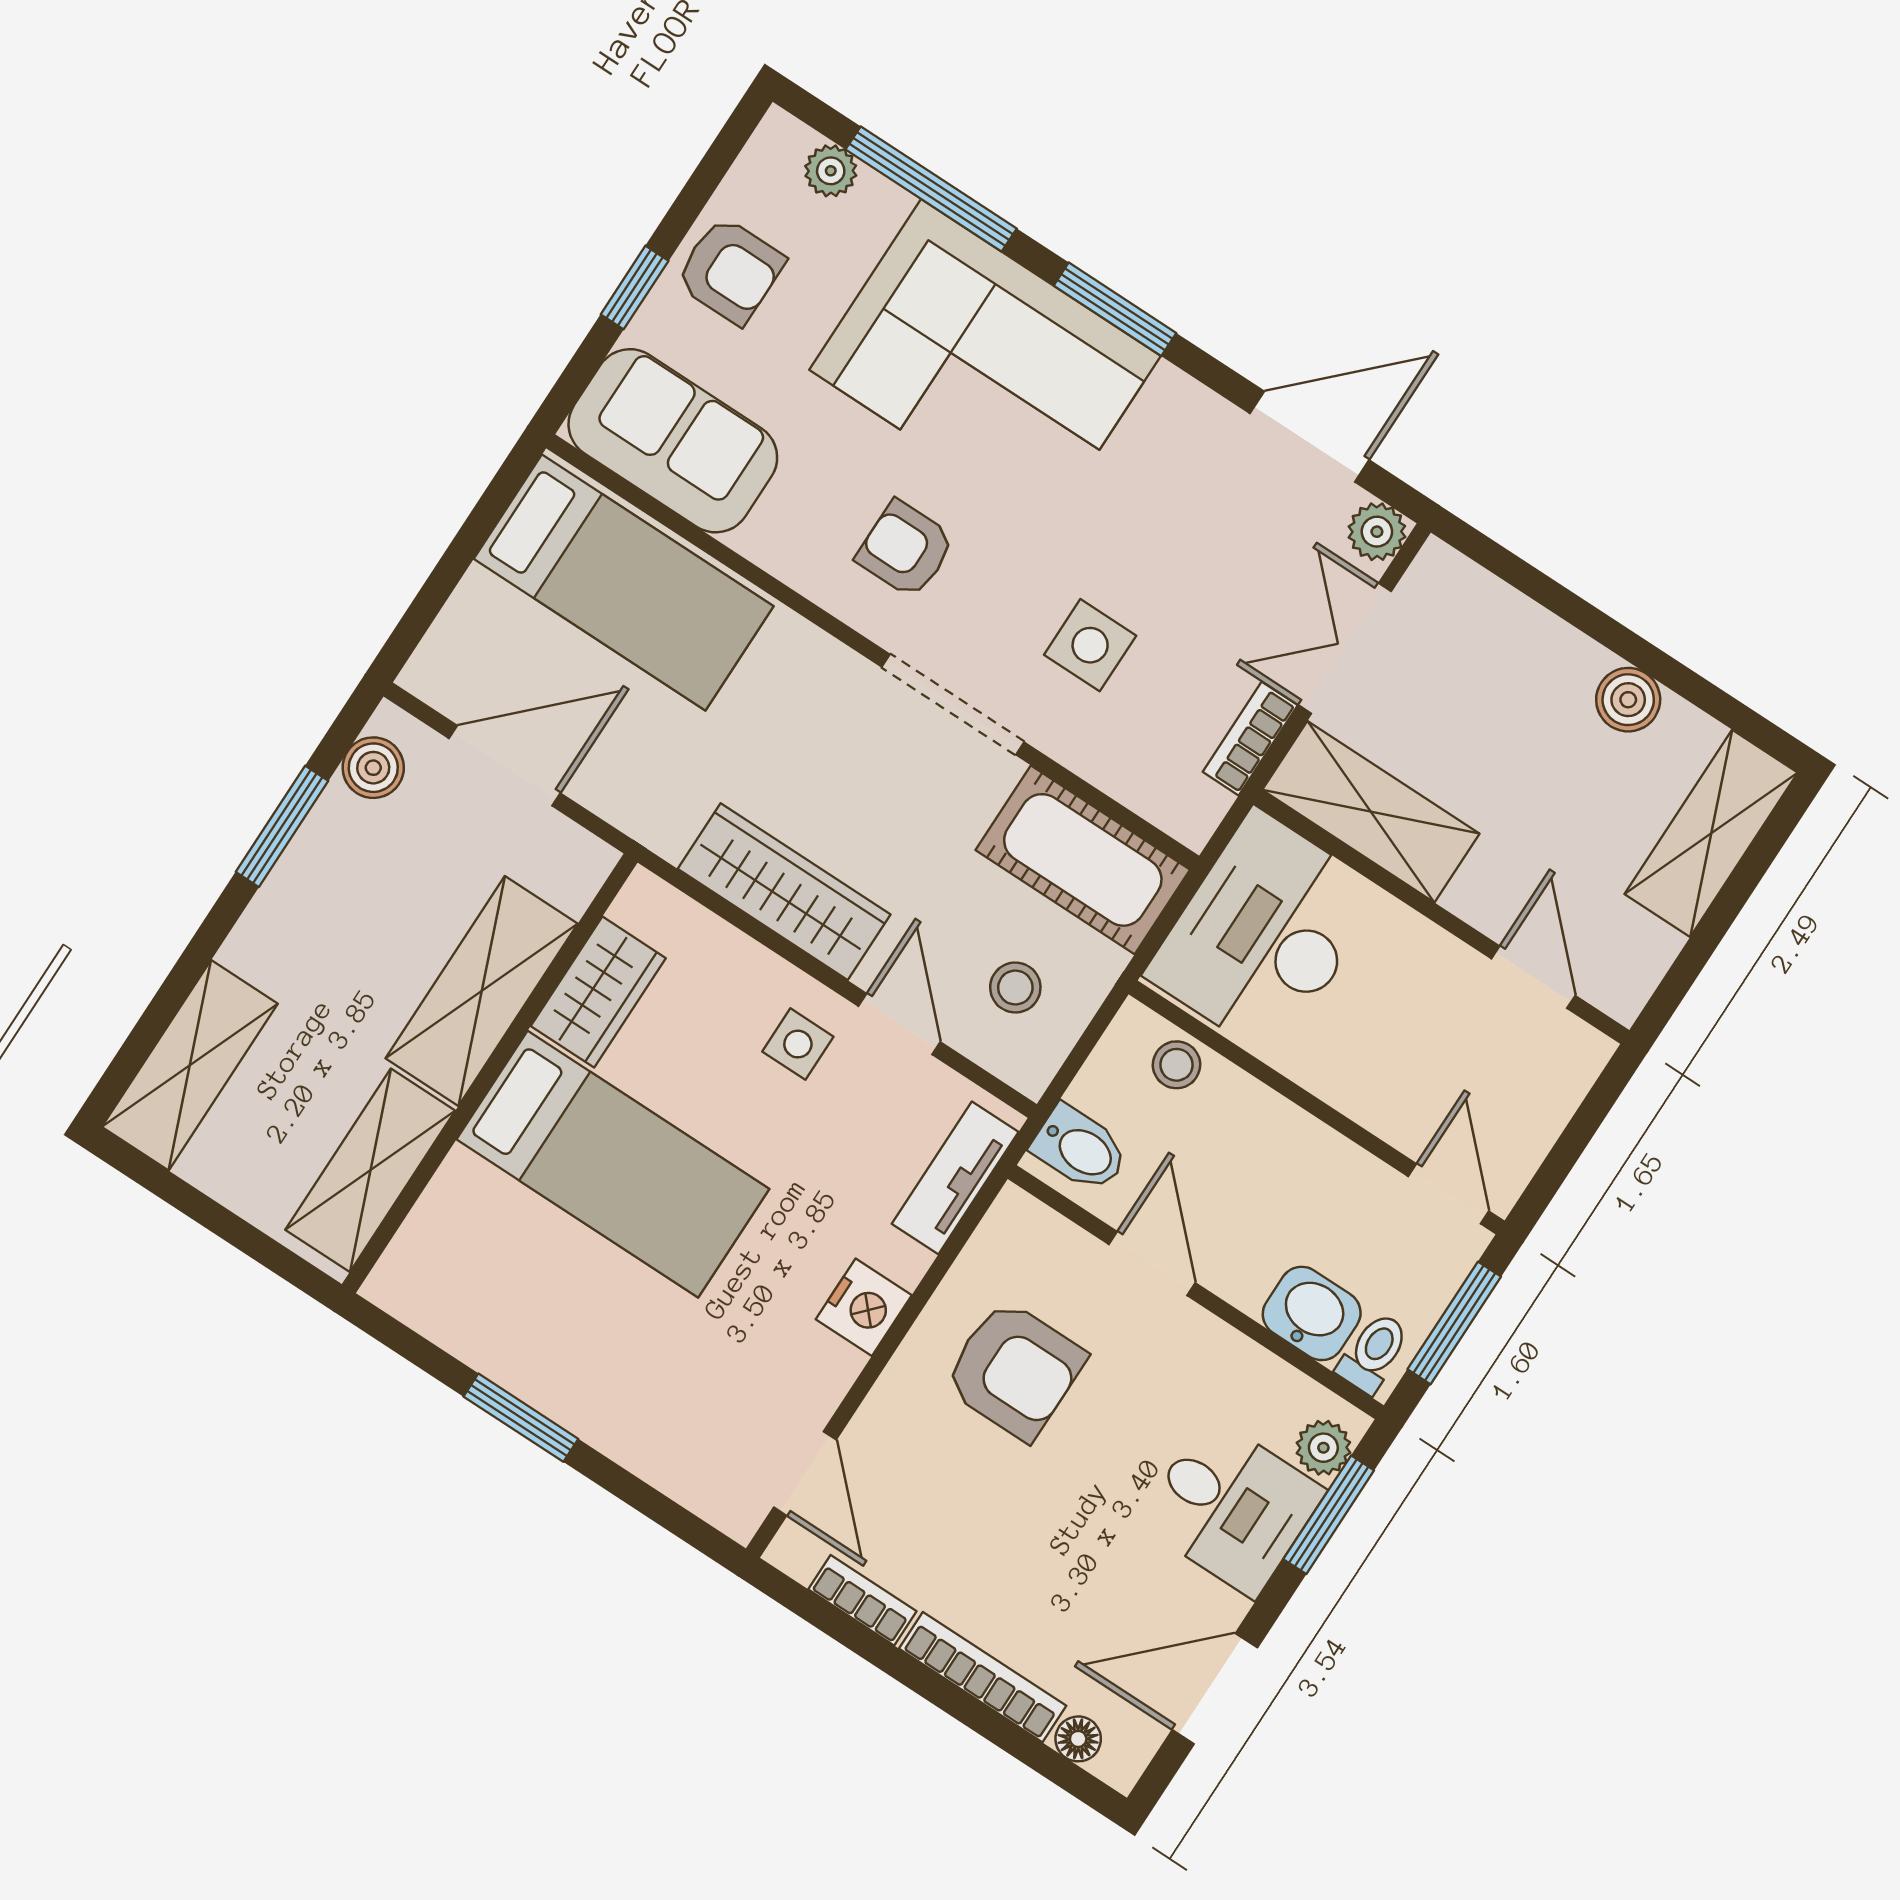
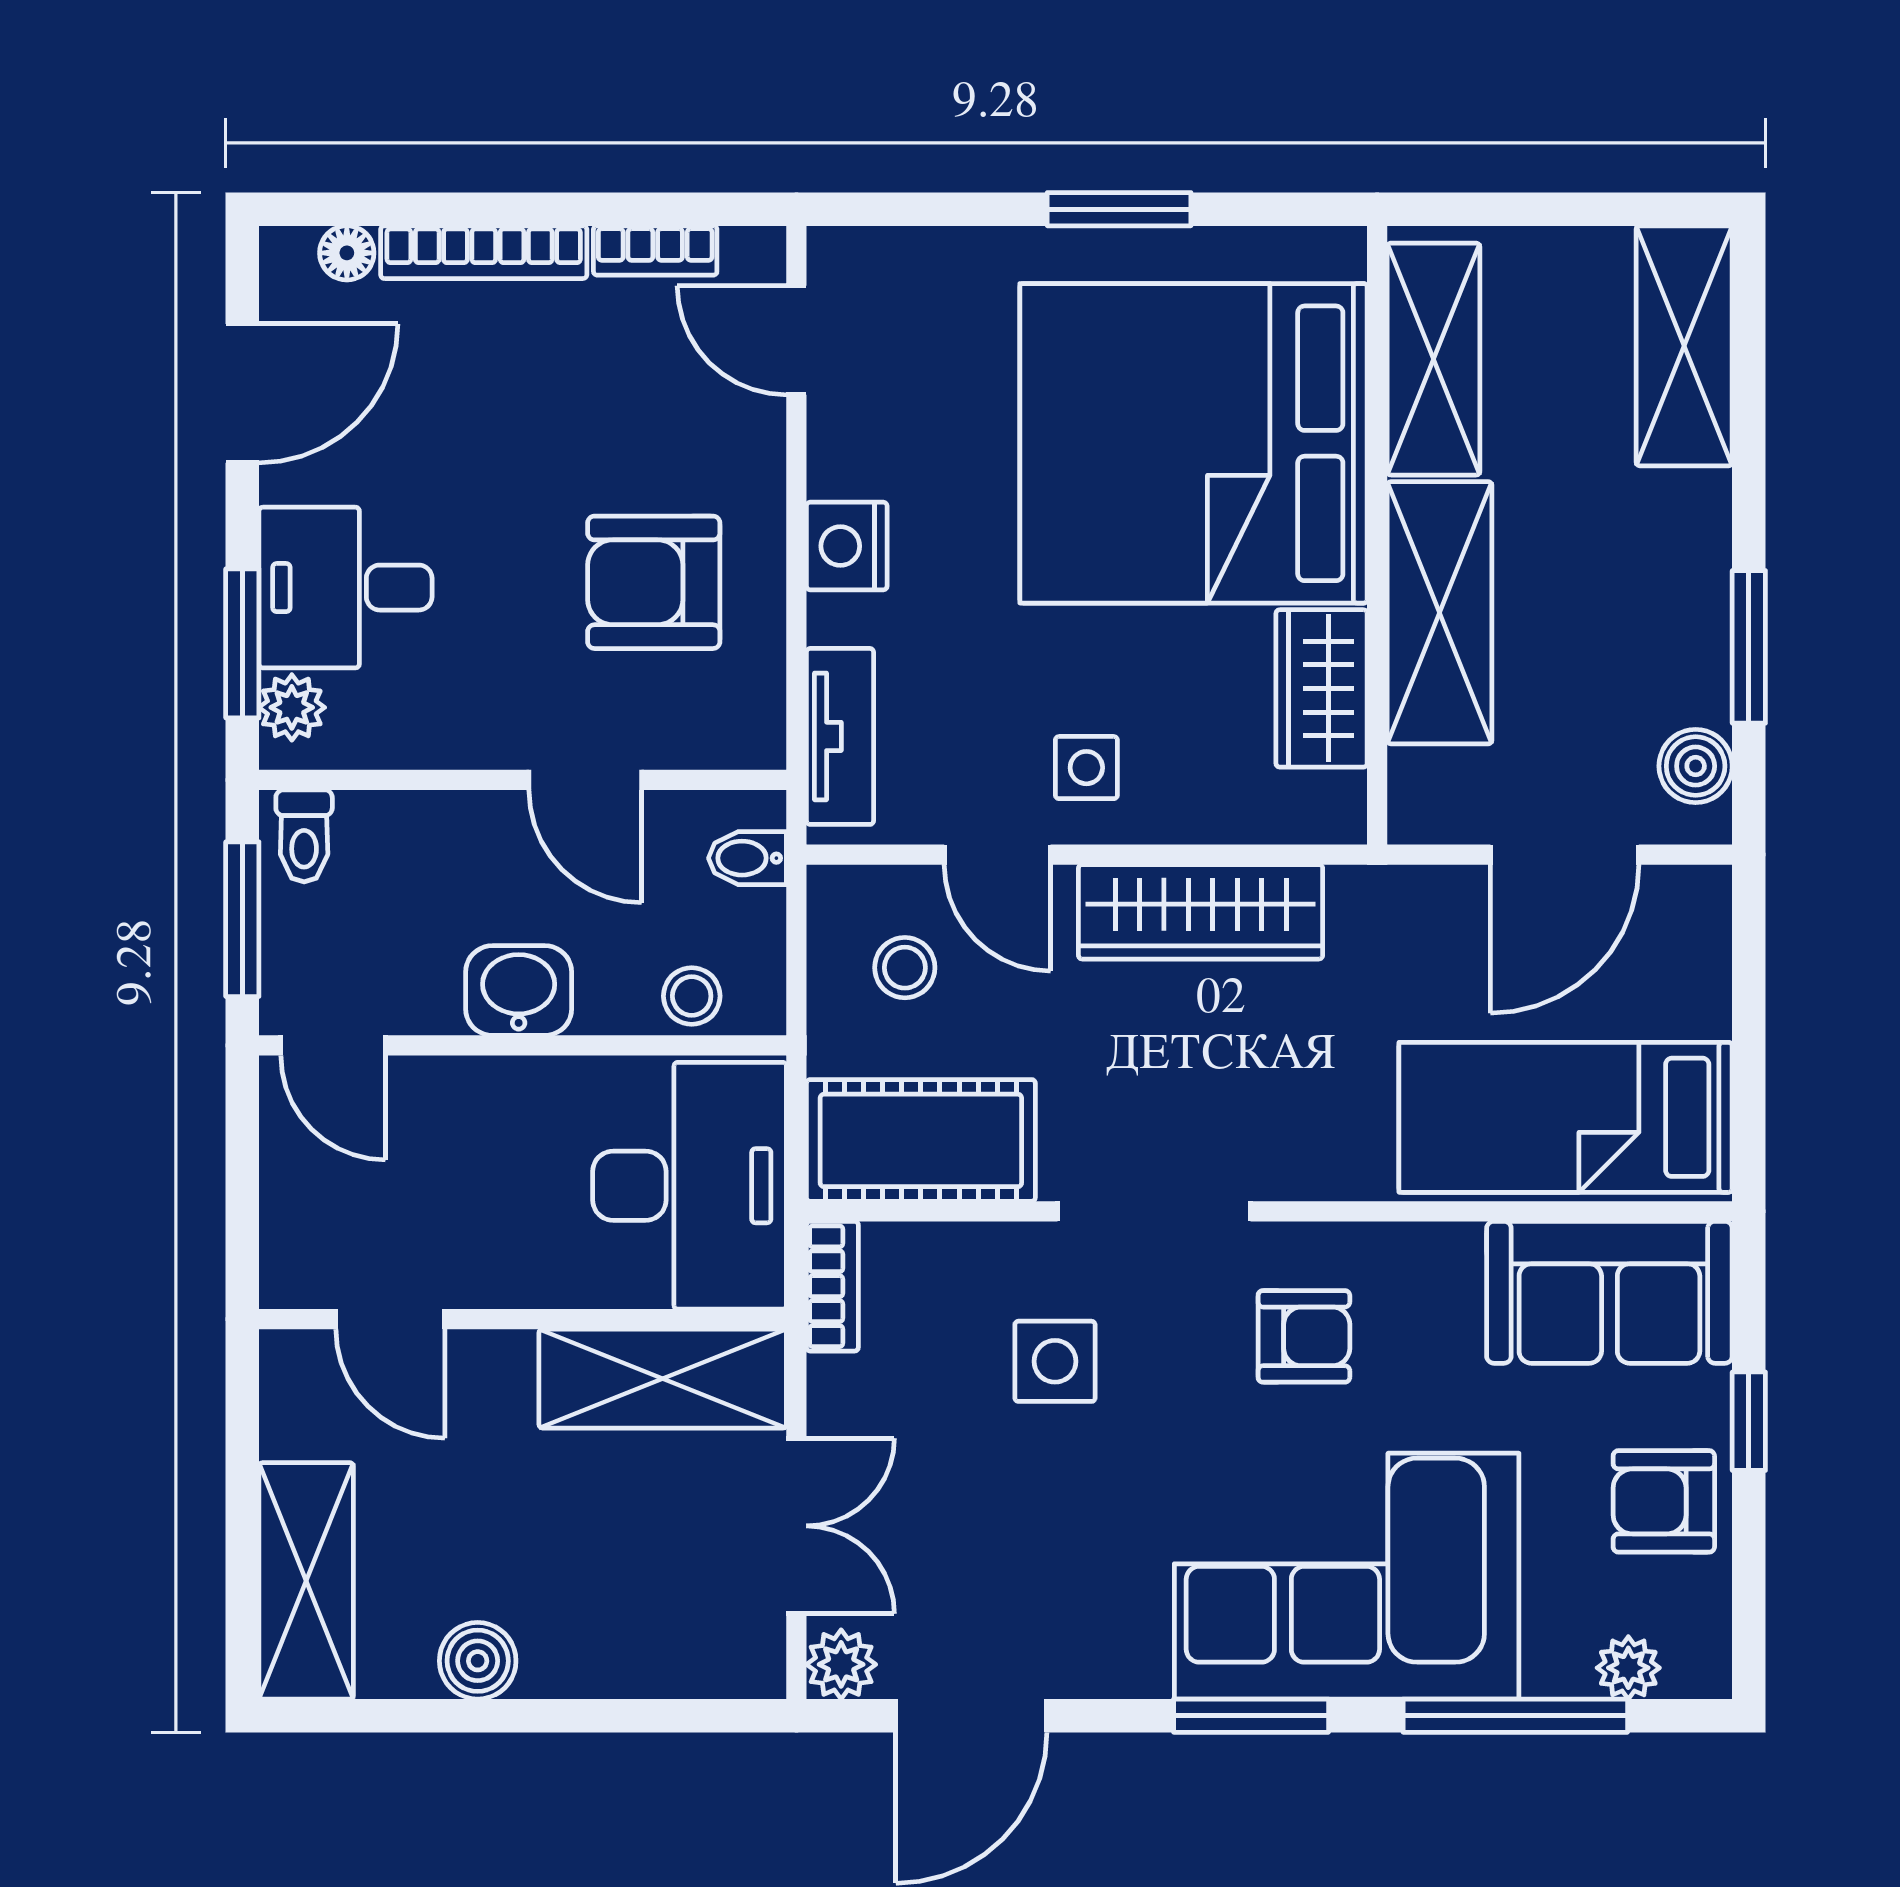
bookcase: (1250, 739) -> (832, 1286), moved
bidet: (1080, 1149) -> (747, 858), width x0.72, depth x0.74
bed: (613, 1164) -> (1194, 443), width x2.04
washbasin: (1312, 1313) -> (519, 991), moved, turned 180

